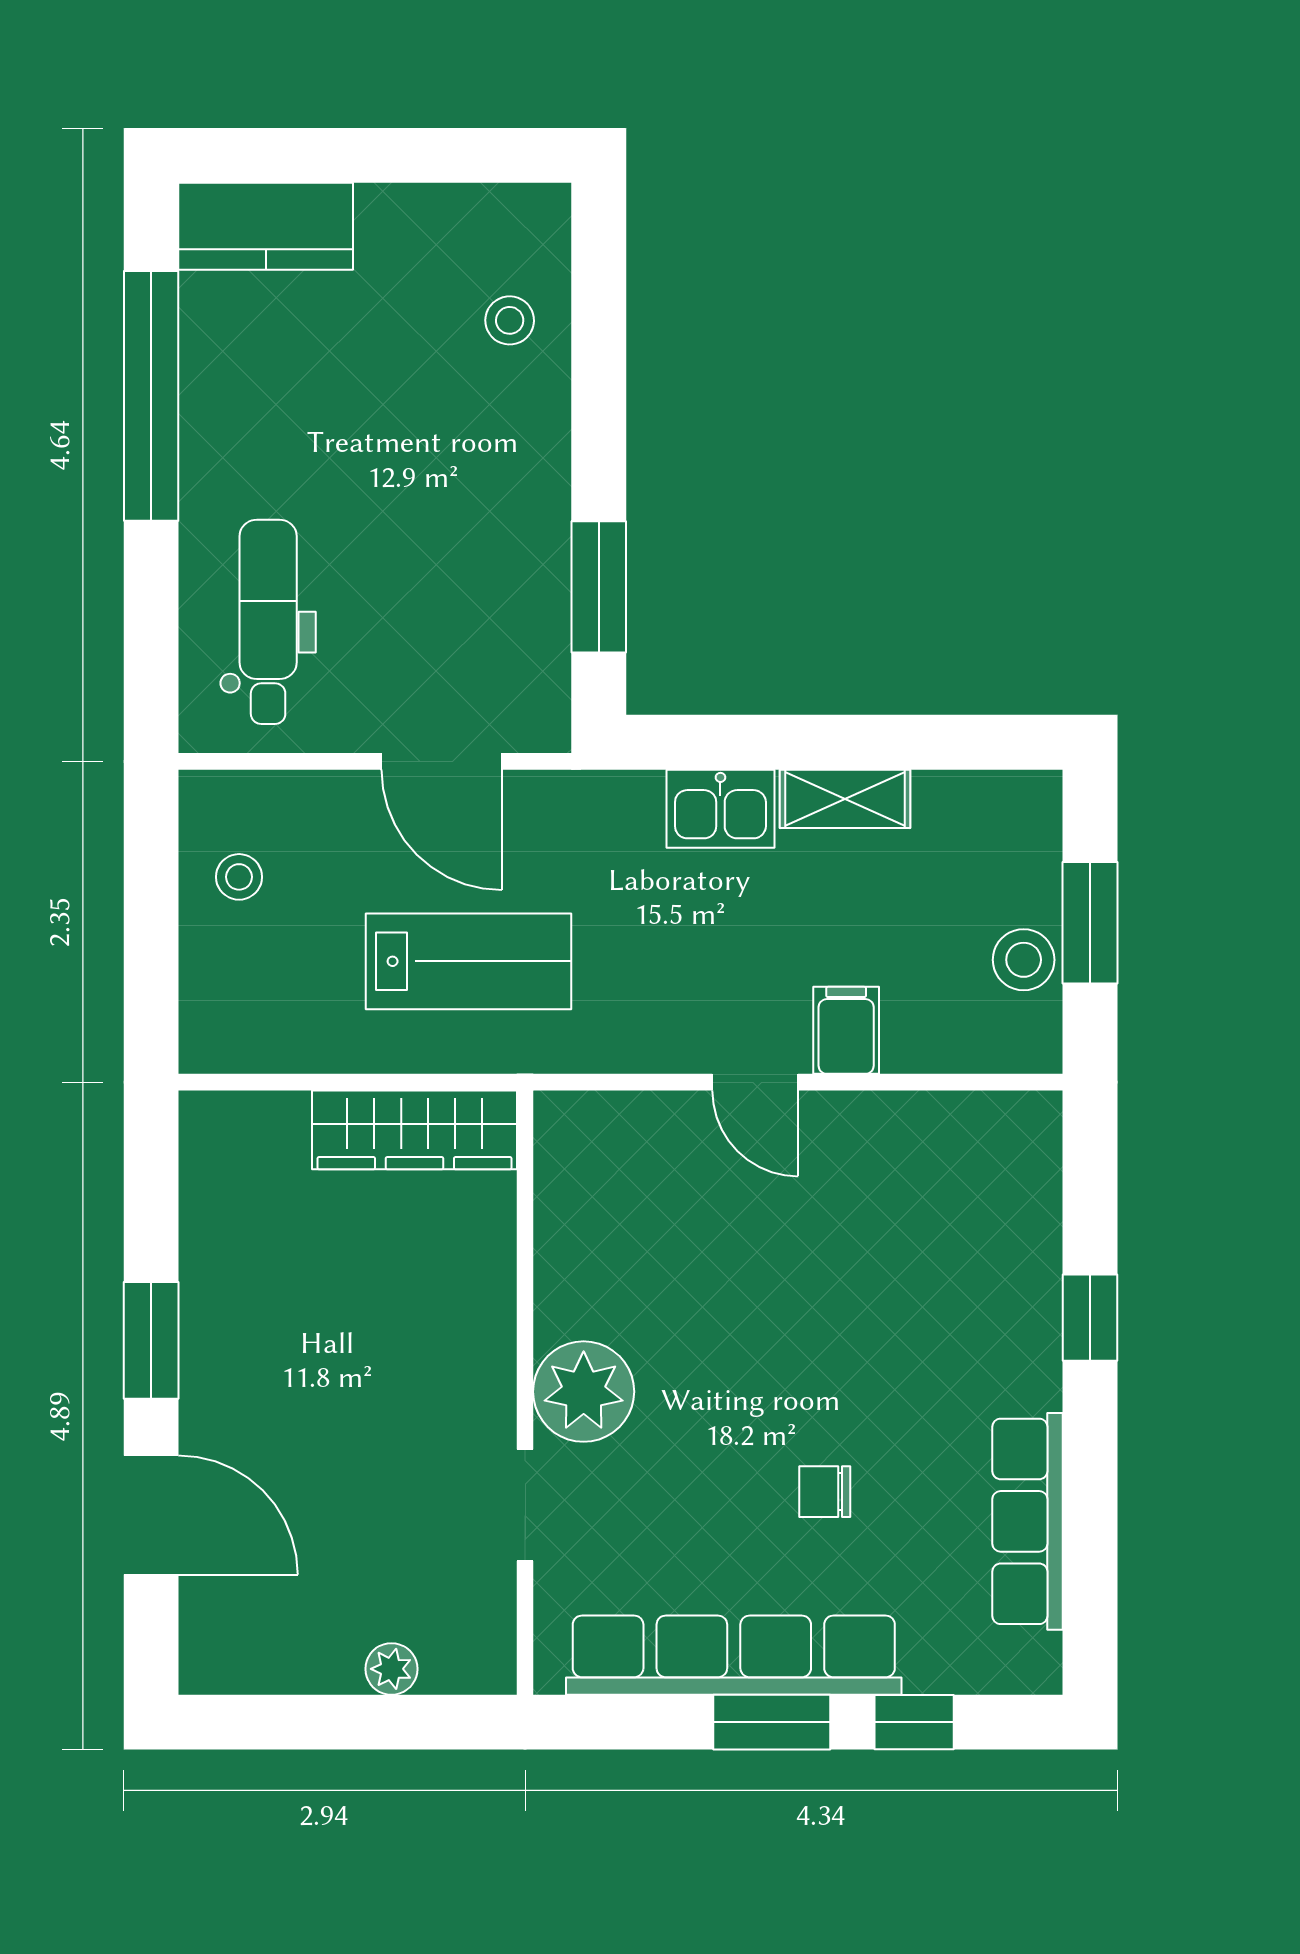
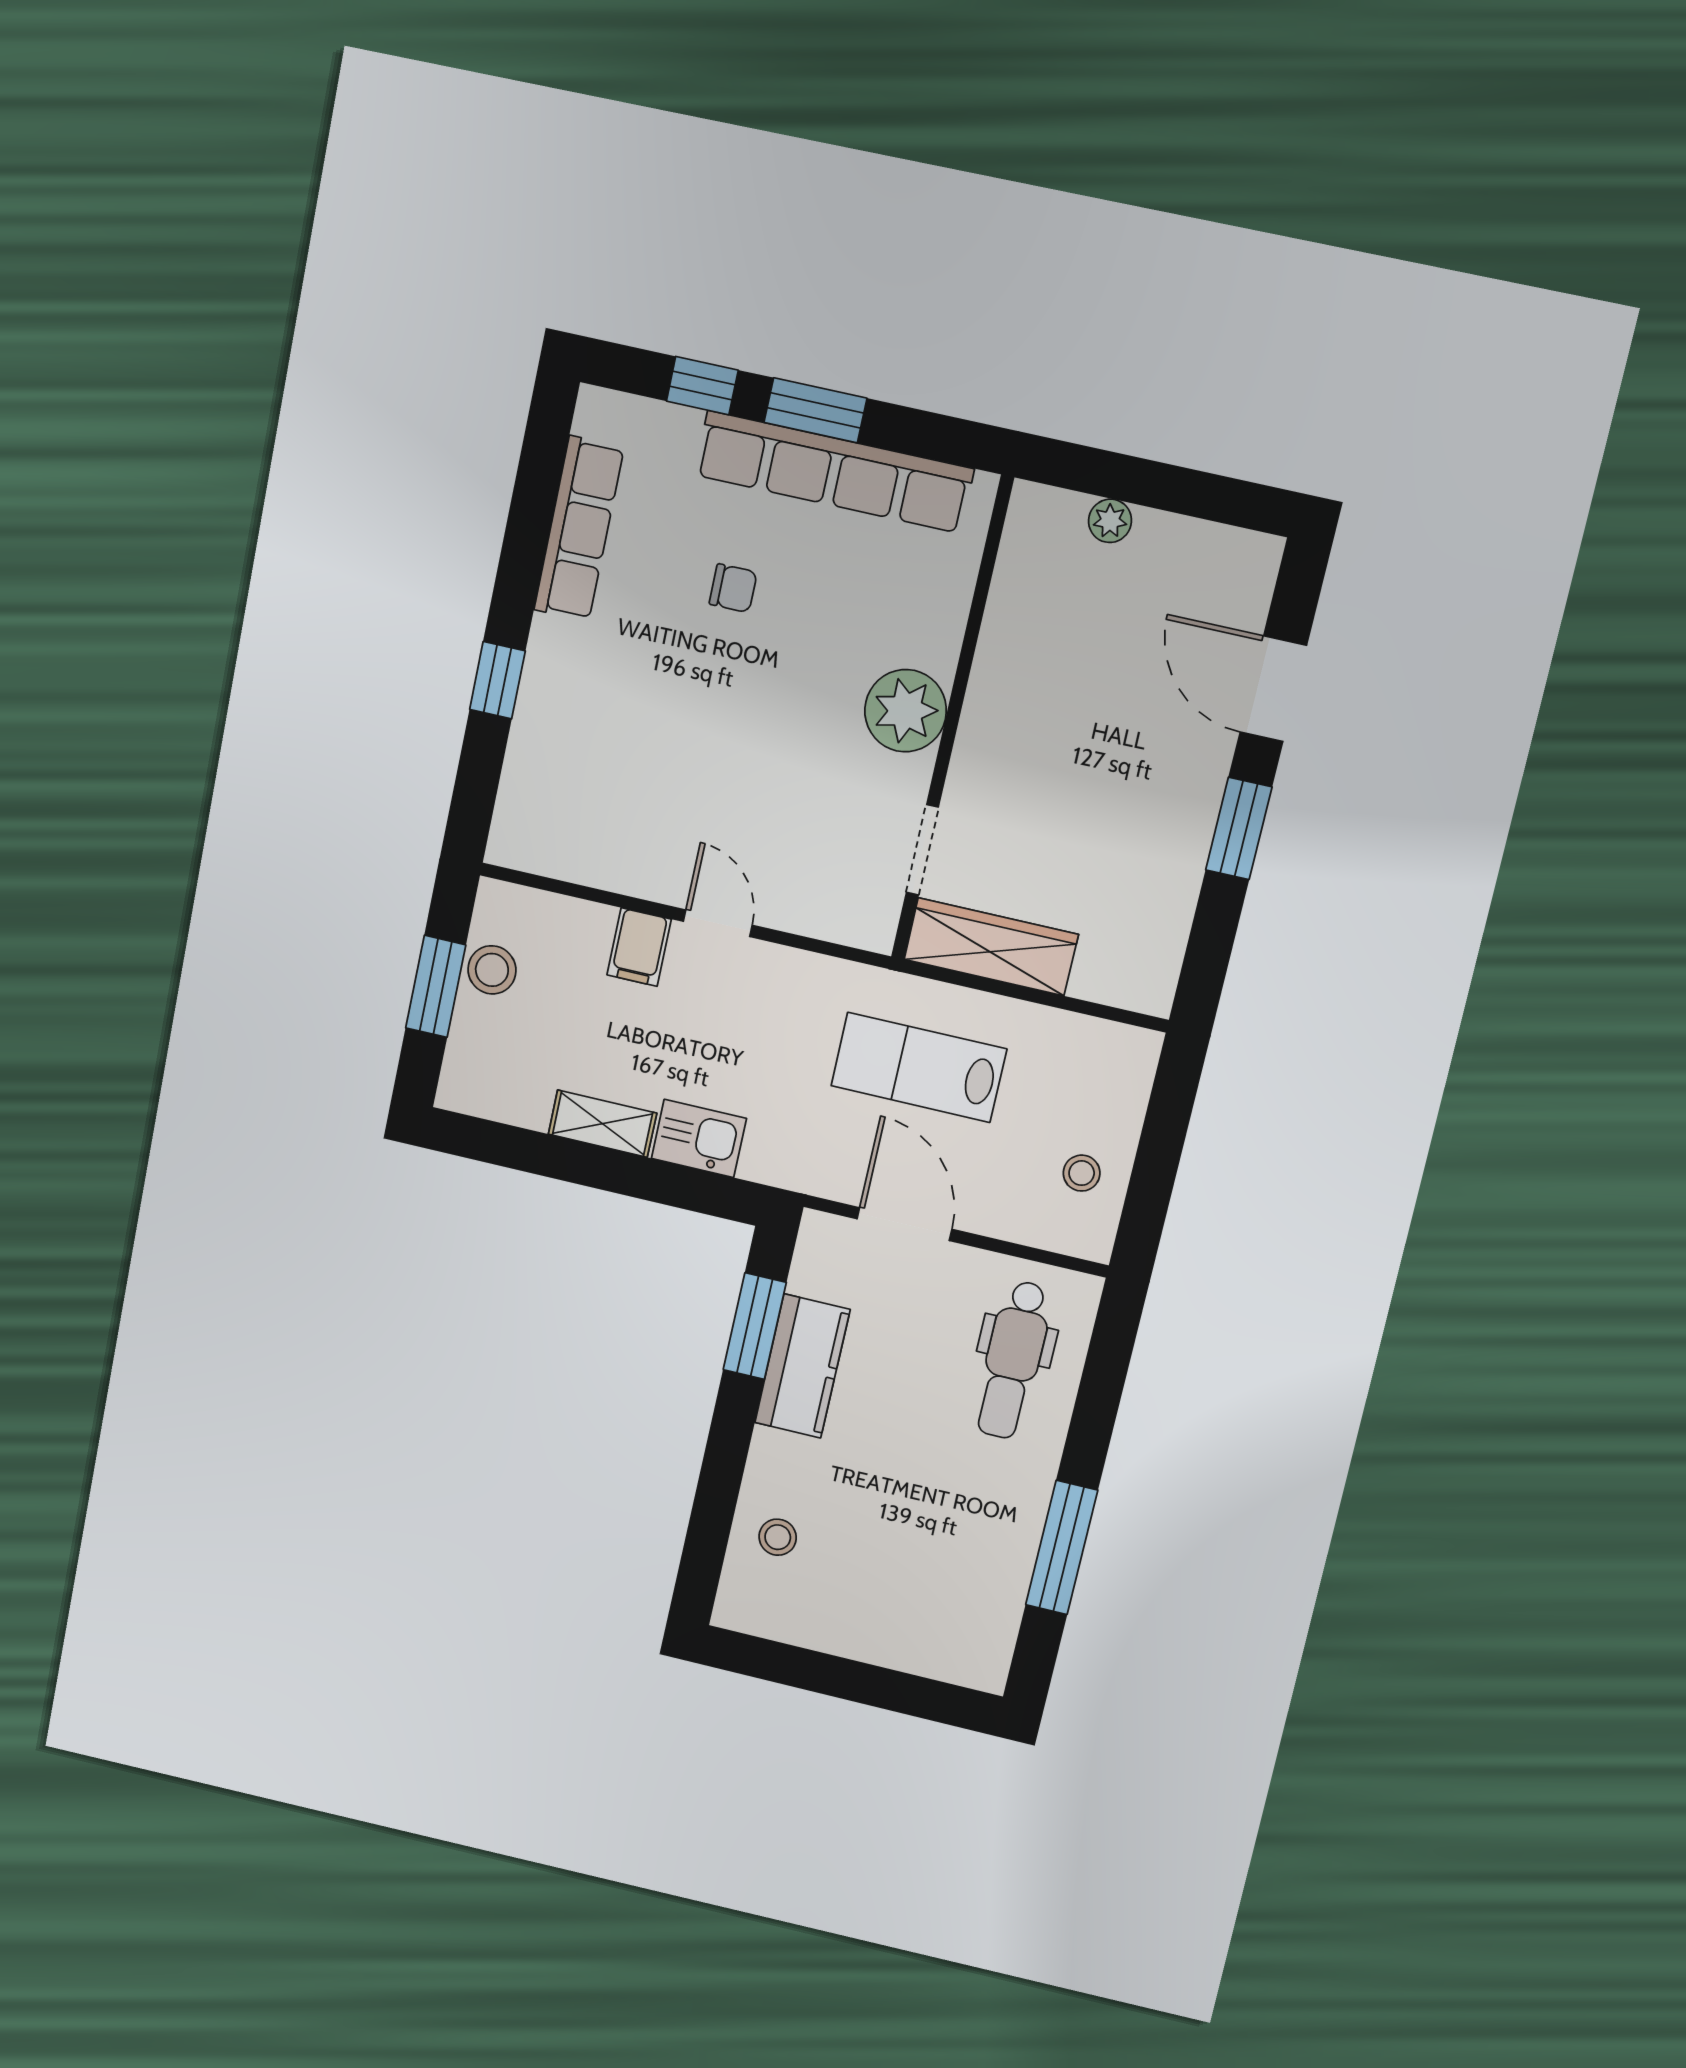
kitchen counter: (266, 226) -> (802, 1366), moved, turned 90
window: (151, 396) -> (1062, 1548), width x0.68
doorway: (525, 1505) -> (922, 850), moved

